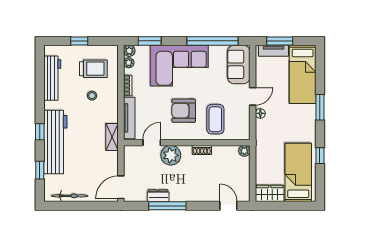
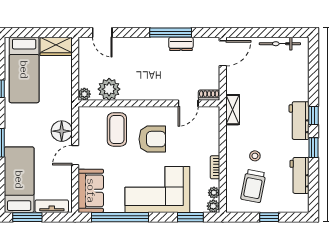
window: (280, 41) -> (27, 217), moved
trolley: (93, 69) -> (253, 186), turned -79
workbench: (52, 78) -> (300, 175), width x0.73
floor lamp: (260, 113) -> (62, 131), width x1.89, depth x1.89
tv unit: (129, 118) -> (213, 131), removed
workbench: (55, 142) -> (299, 121), width x0.53, depth x0.76
shoe rack: (202, 150) -> (209, 95), moved
plant: (171, 155) -> (109, 89), moved
window: (40, 170) -> (313, 148), moved

